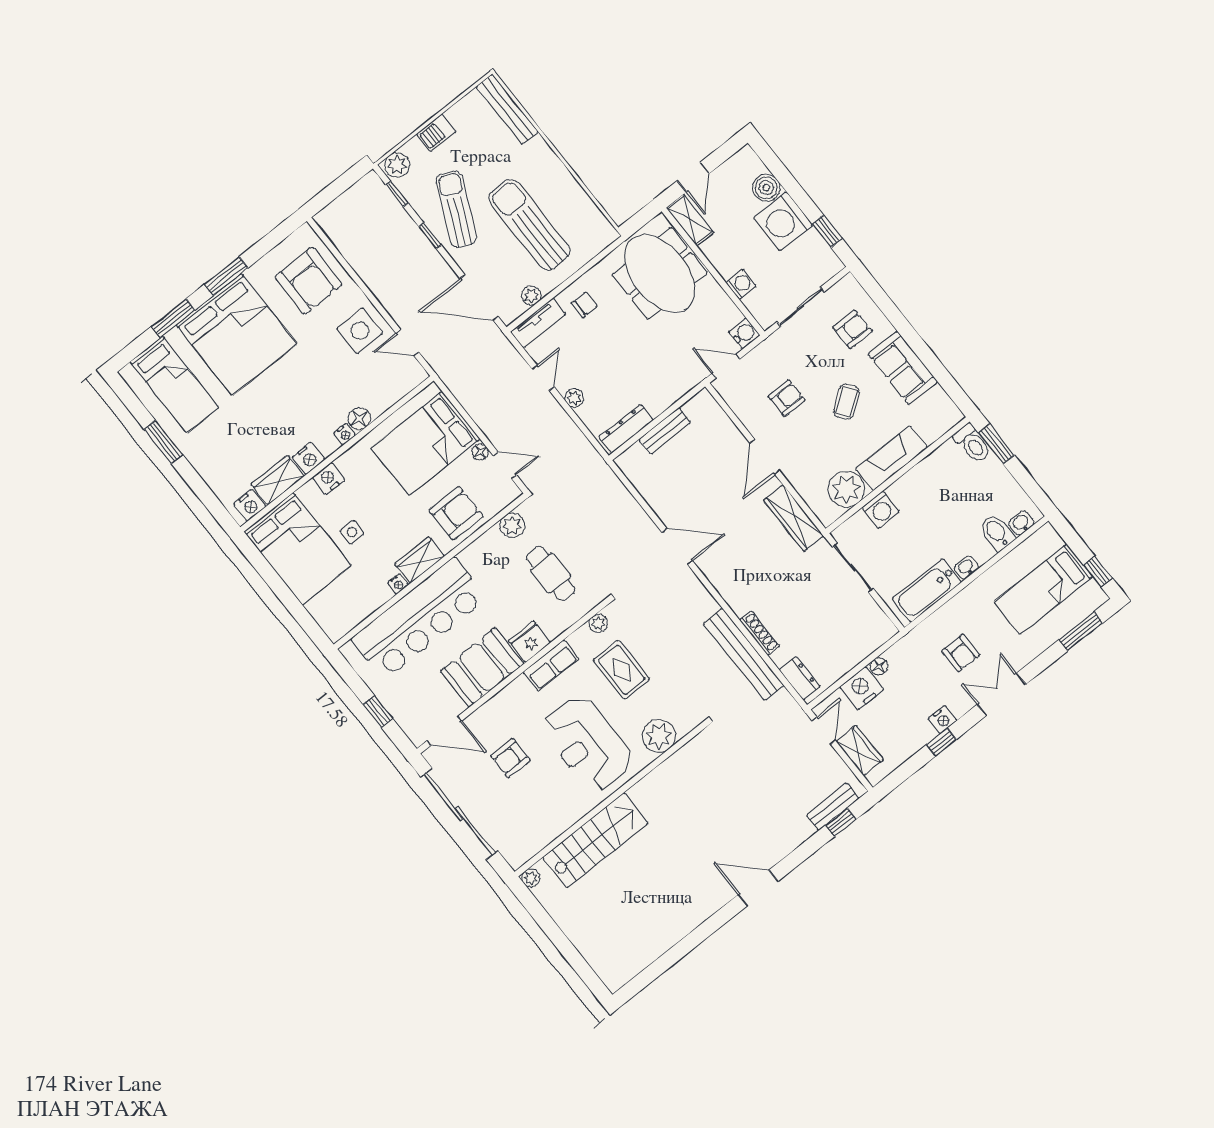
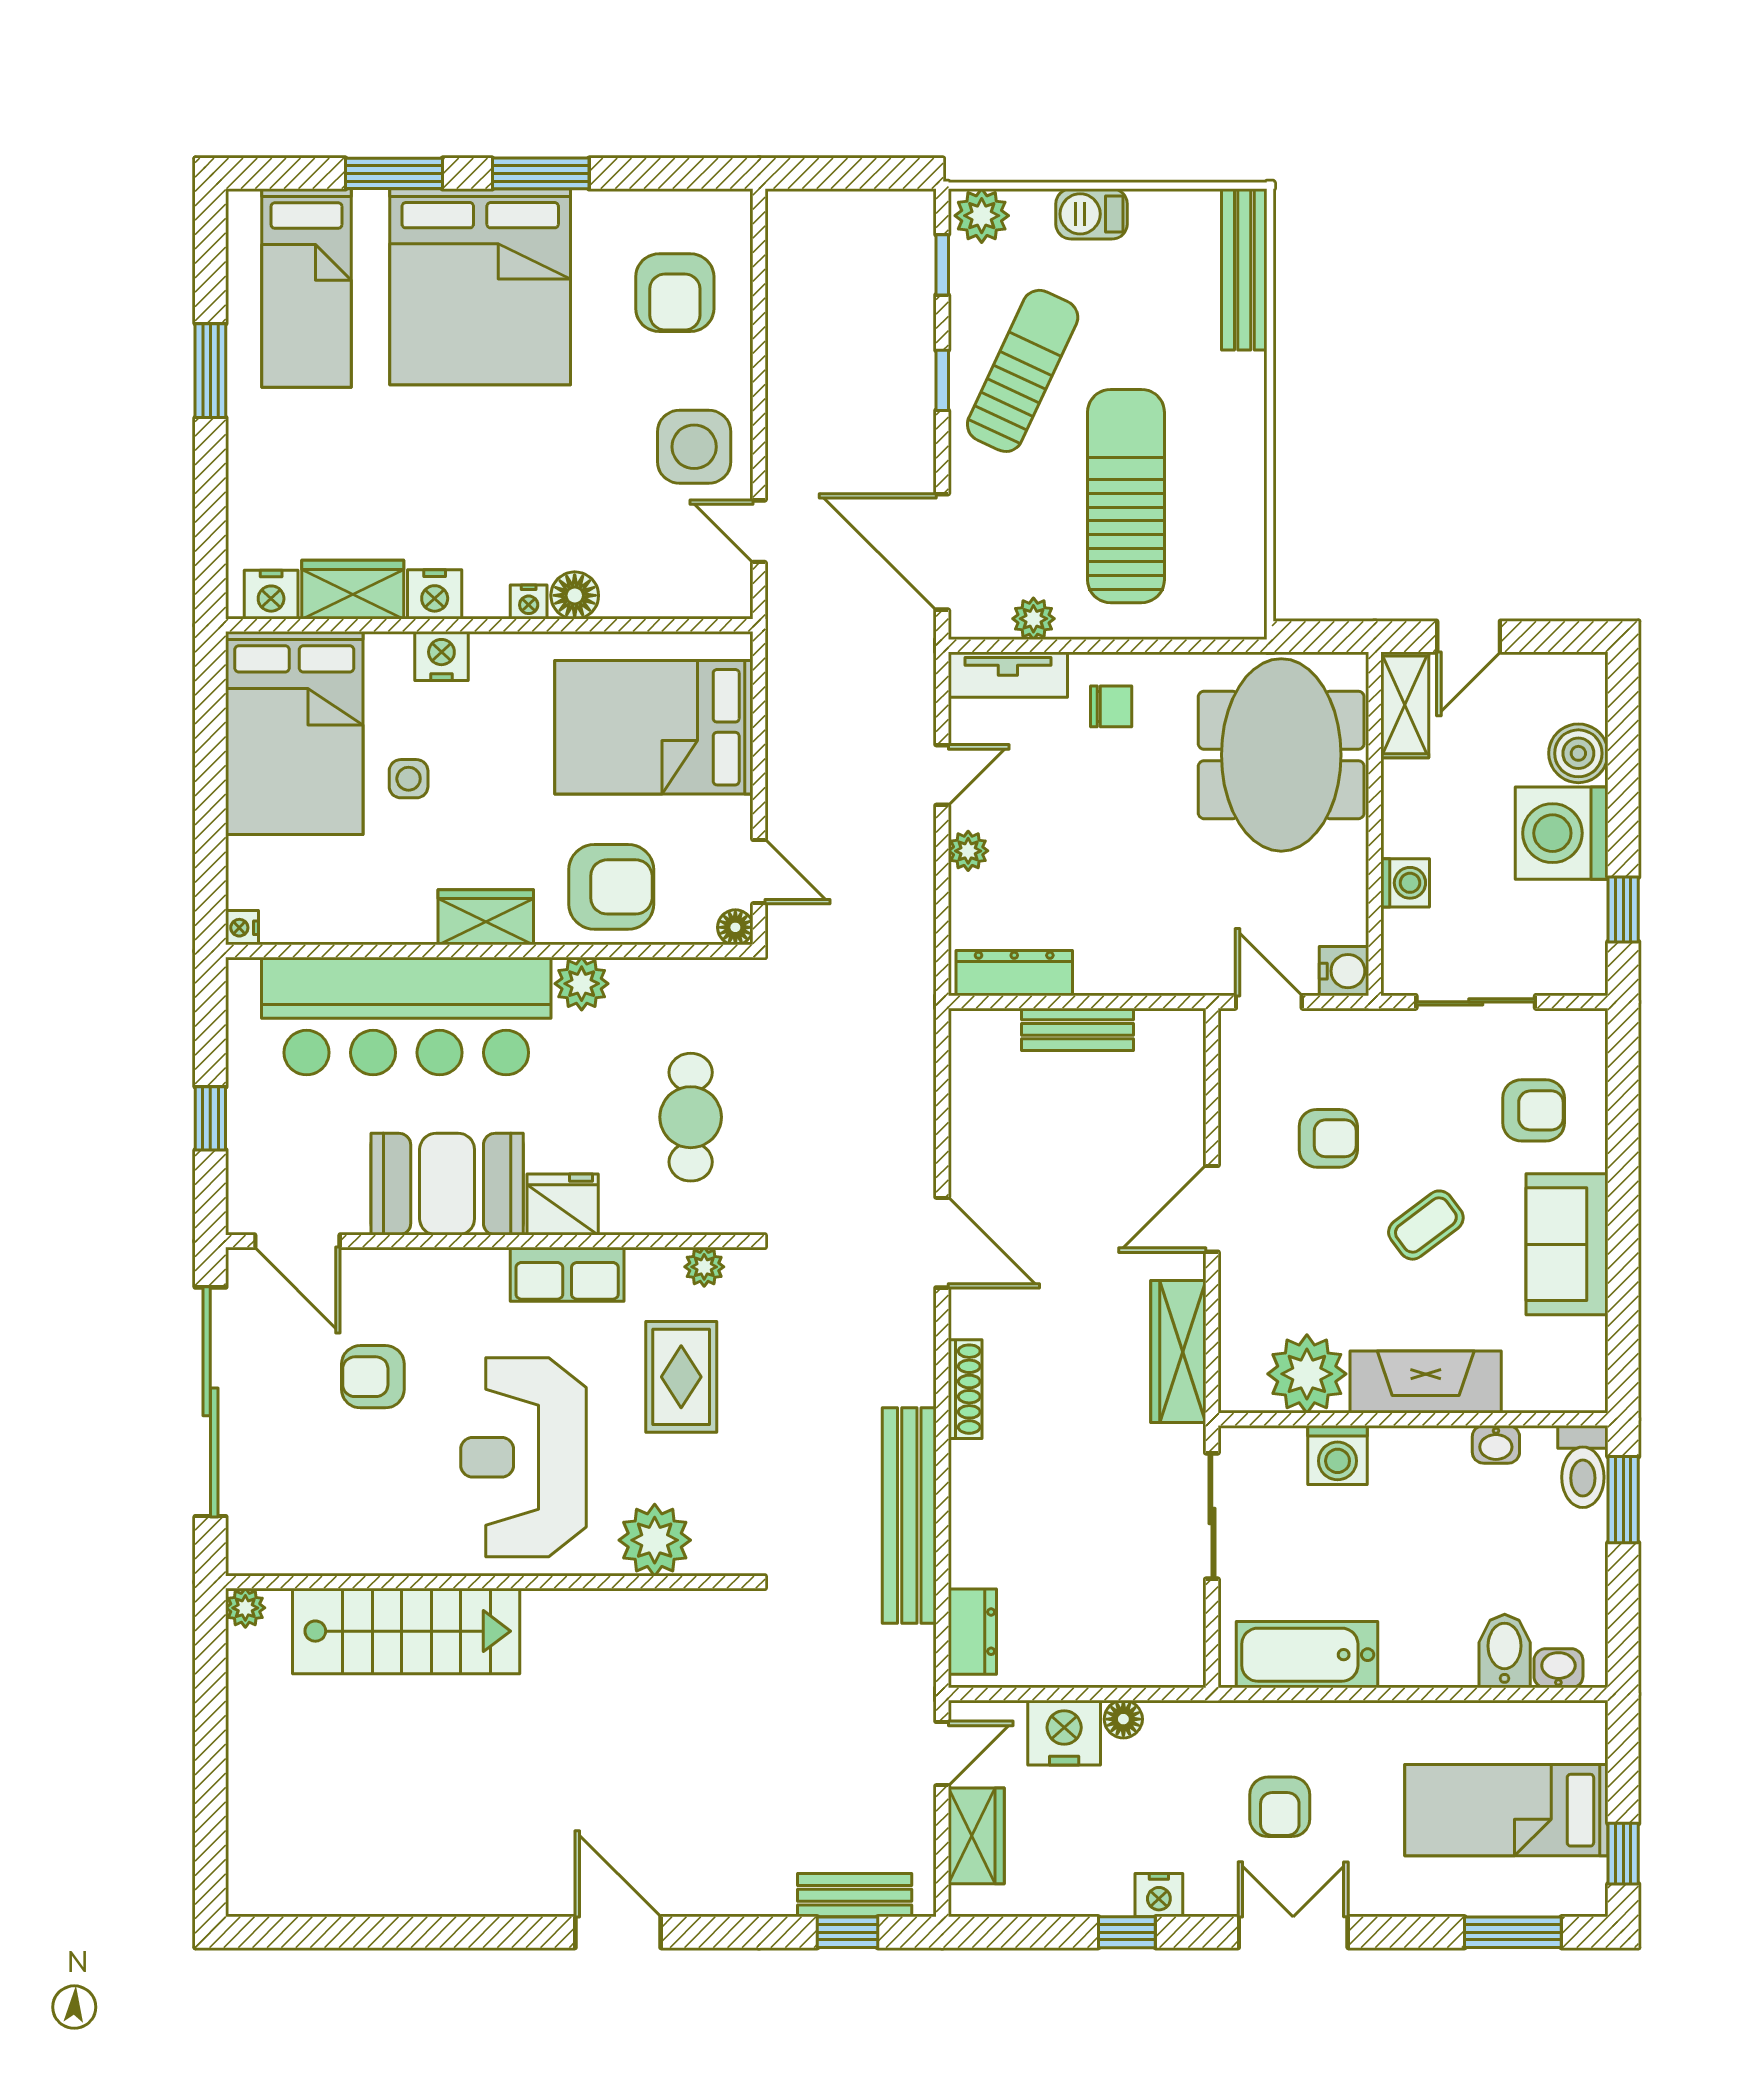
armchair: (309, 281) -> (675, 293), width x0.73, depth x0.73
floor lamp: (480, 452) -> (735, 927), moved
plant: (512, 525) -> (582, 984), moved
washbasin: (966, 567) -> (1496, 1444), moved, turned 180
nightstand: (398, 584) -> (242, 928), moved, turned 90
shoe rack: (760, 633) -> (965, 1389), moved

